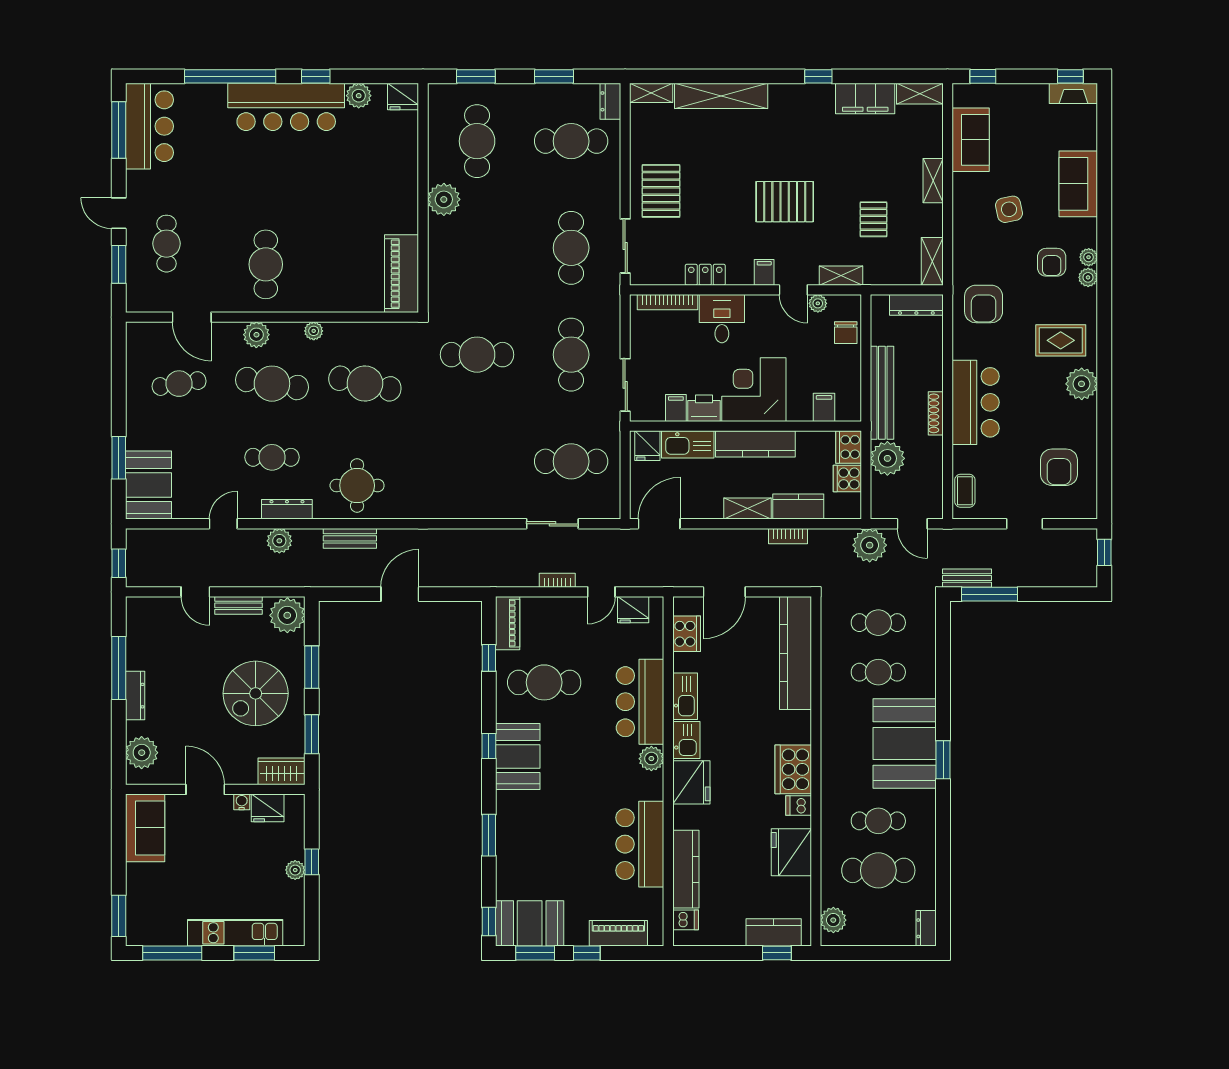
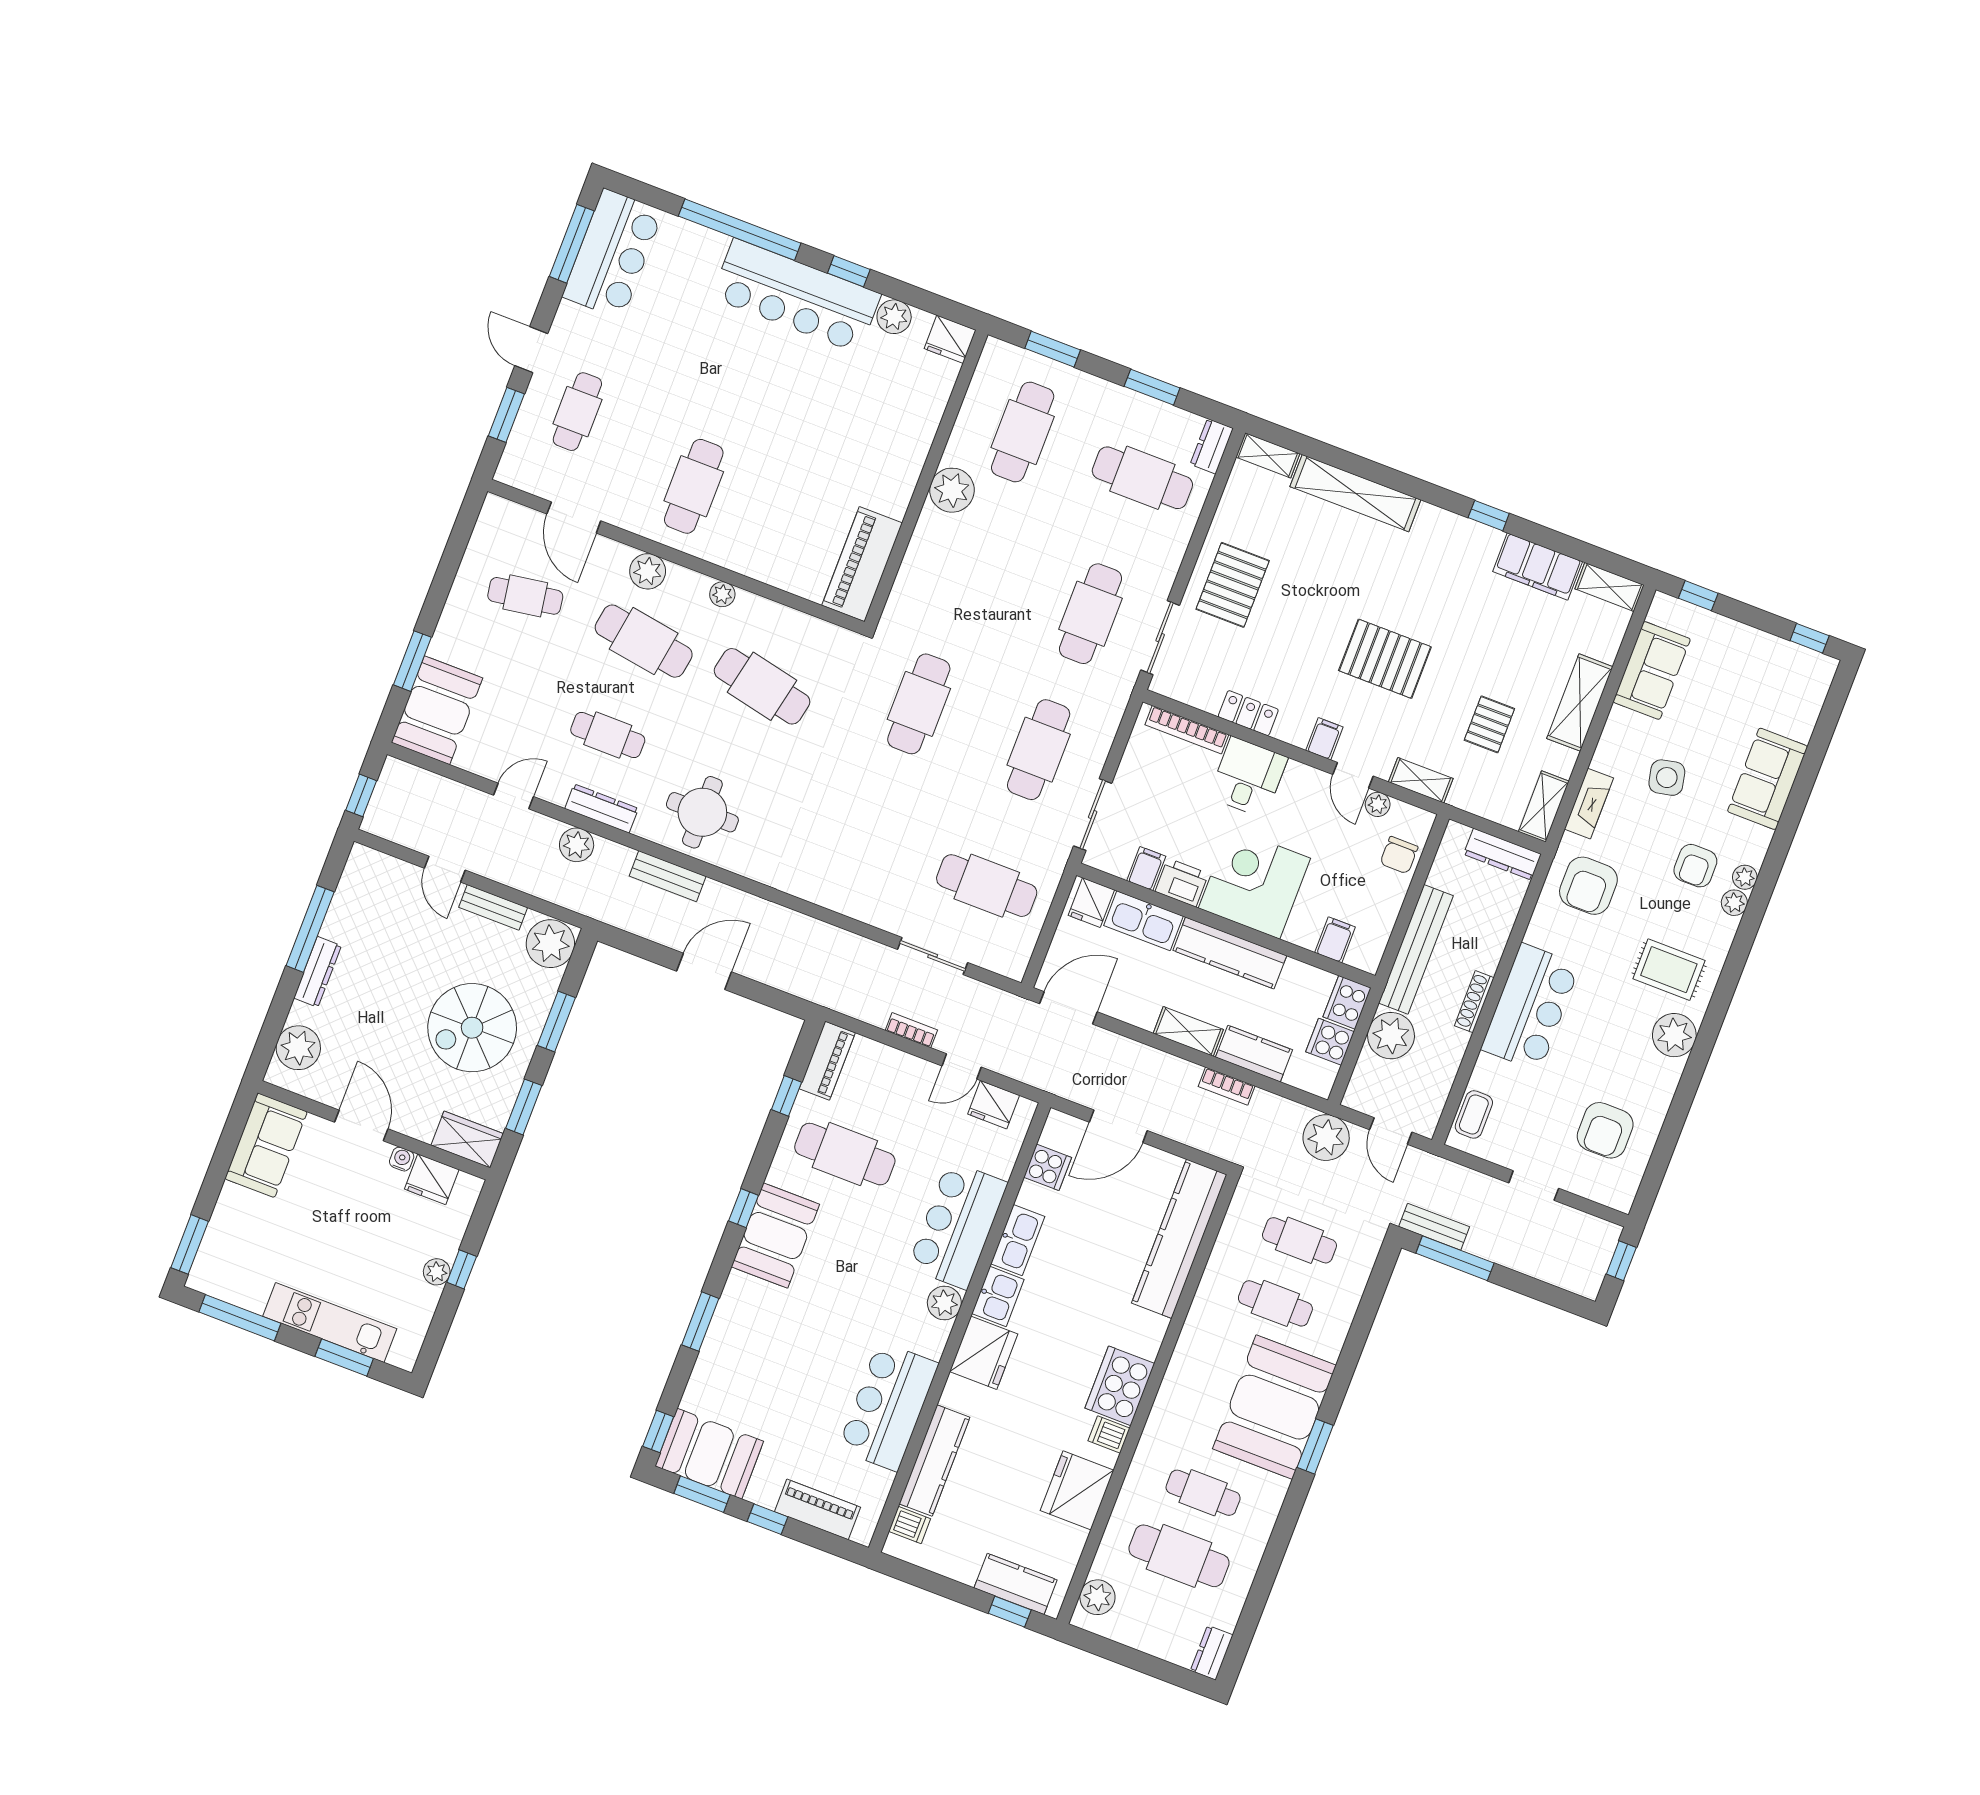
fireplace: (1073, 93) -> (1589, 804), moved, turned -90
shelving: (933, 181) -> (1580, 703), width x1.50, depth x1.33
cafe table: (477, 355) -> (919, 704), turned 90
cooker: (687, 634) -> (1048, 1167), width x0.73

